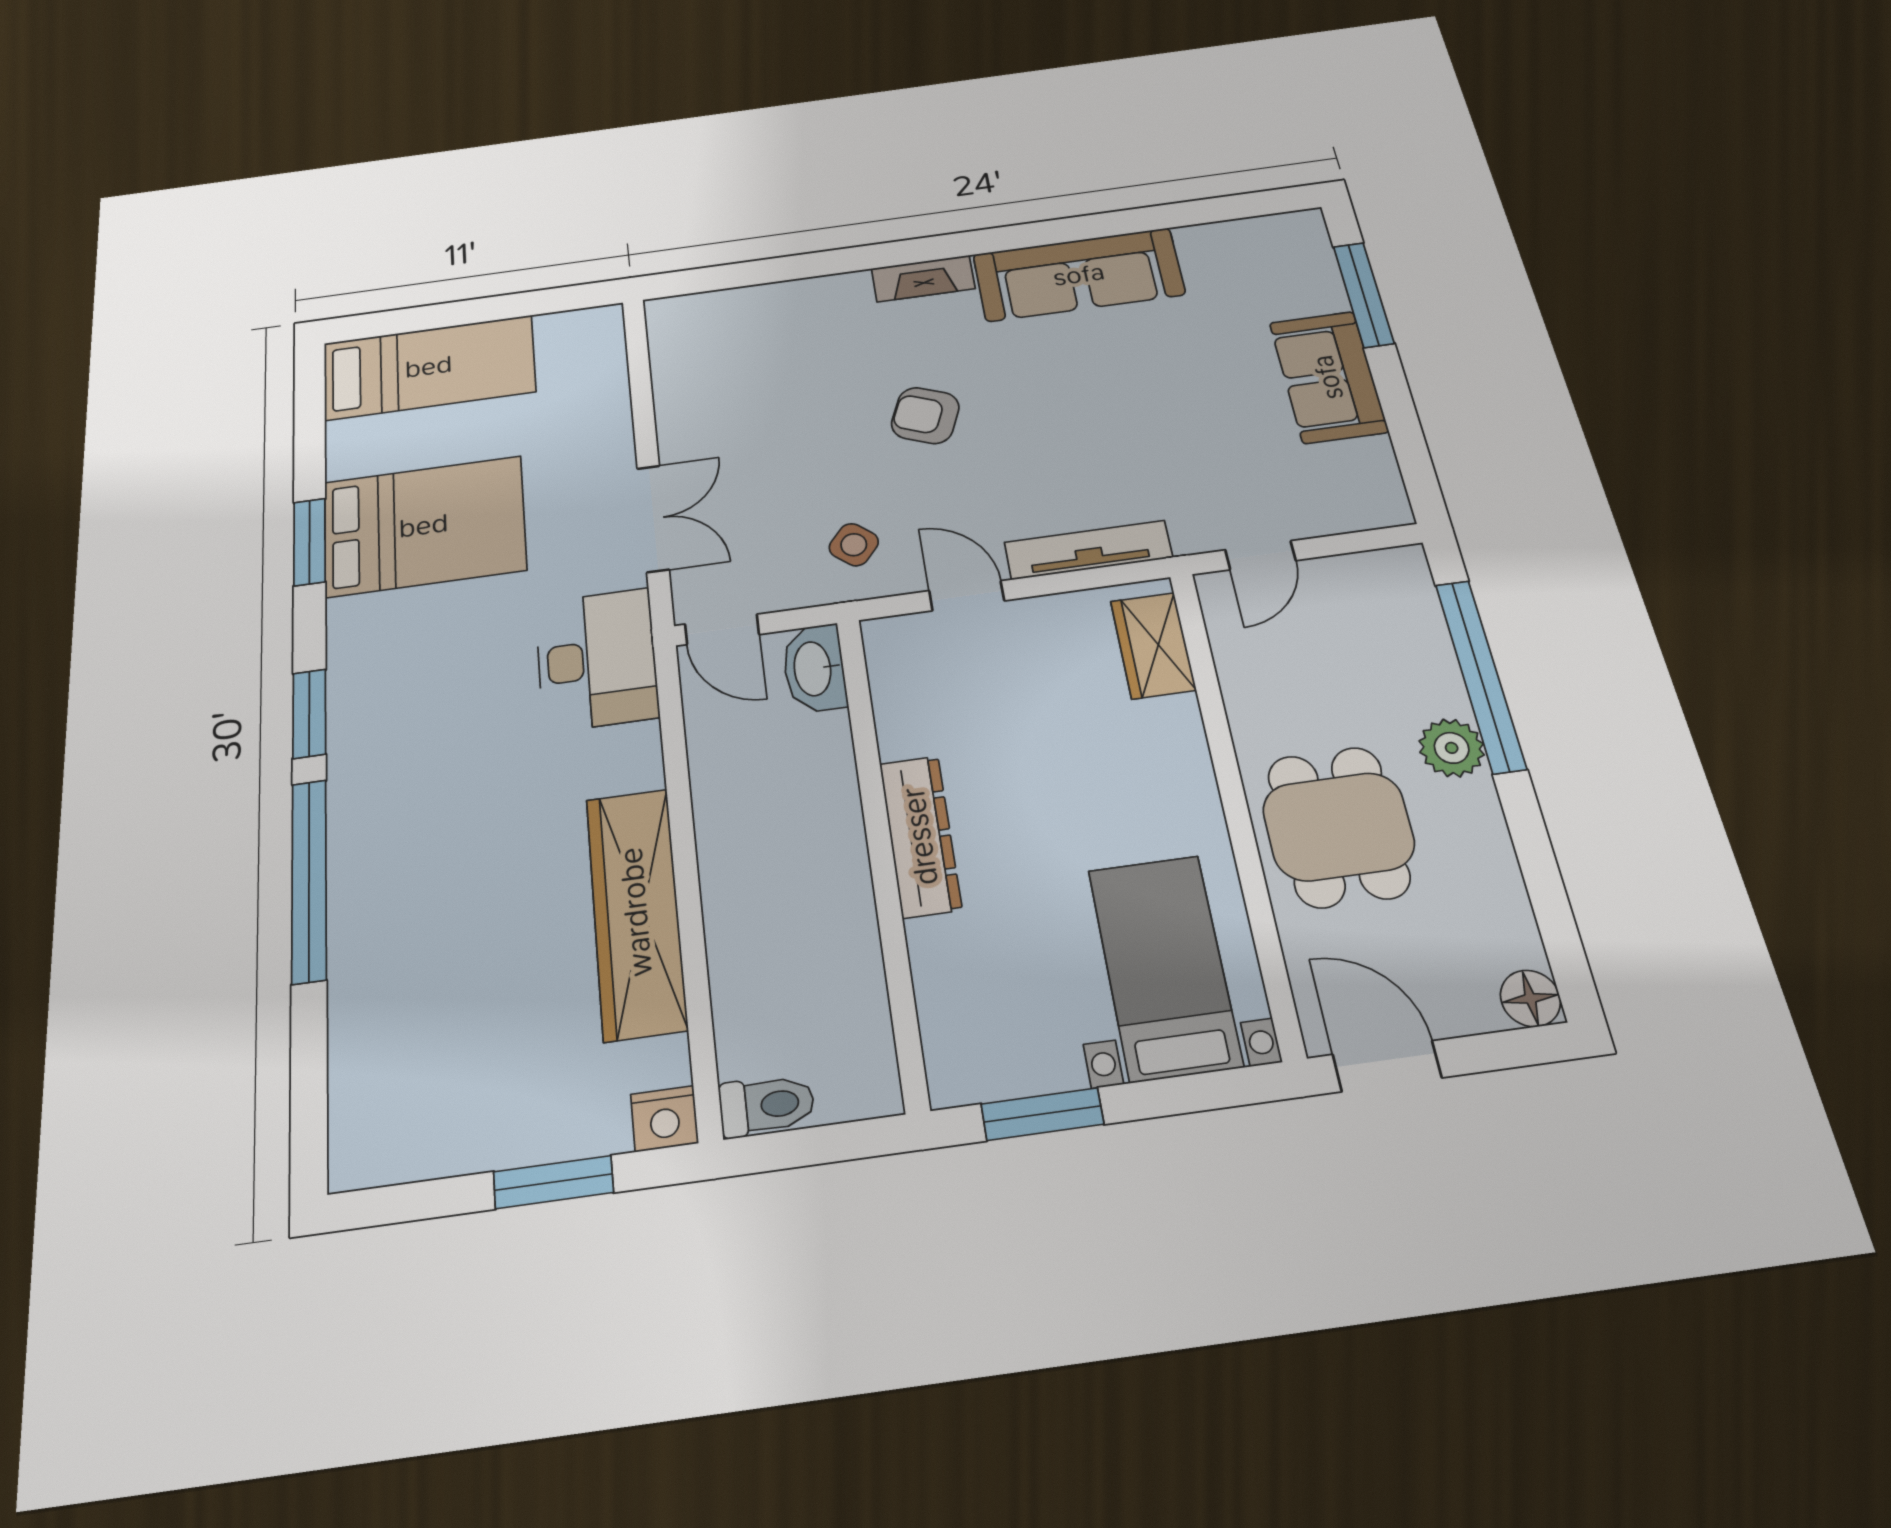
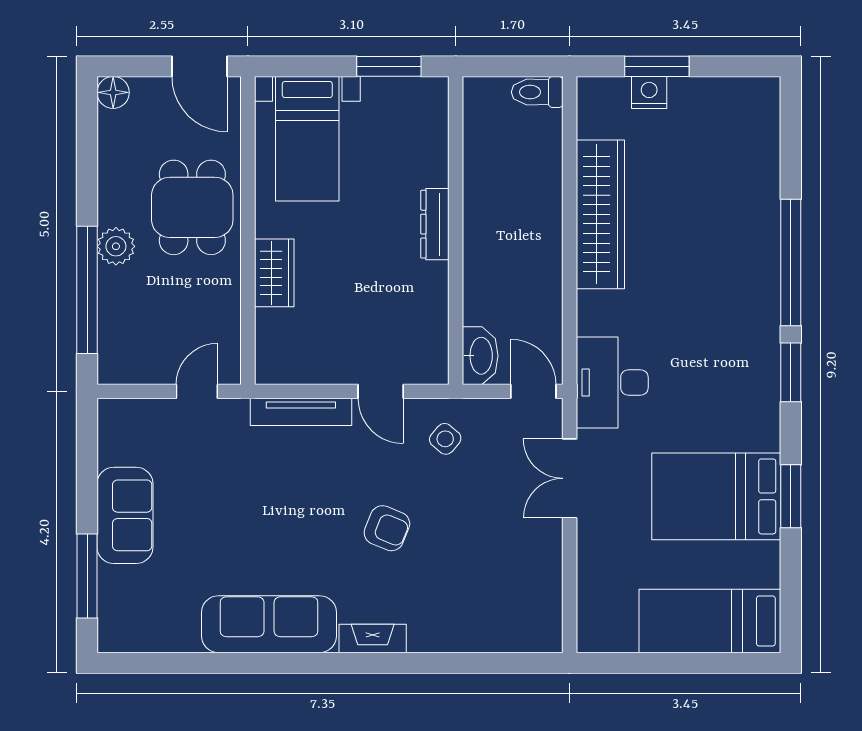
wardrobe: (1153, 645) -> (274, 273), moved
dresser: (920, 836) -> (435, 224), width x0.73, depth x0.80
nightstand: (665, 1119) -> (649, 93), moved

